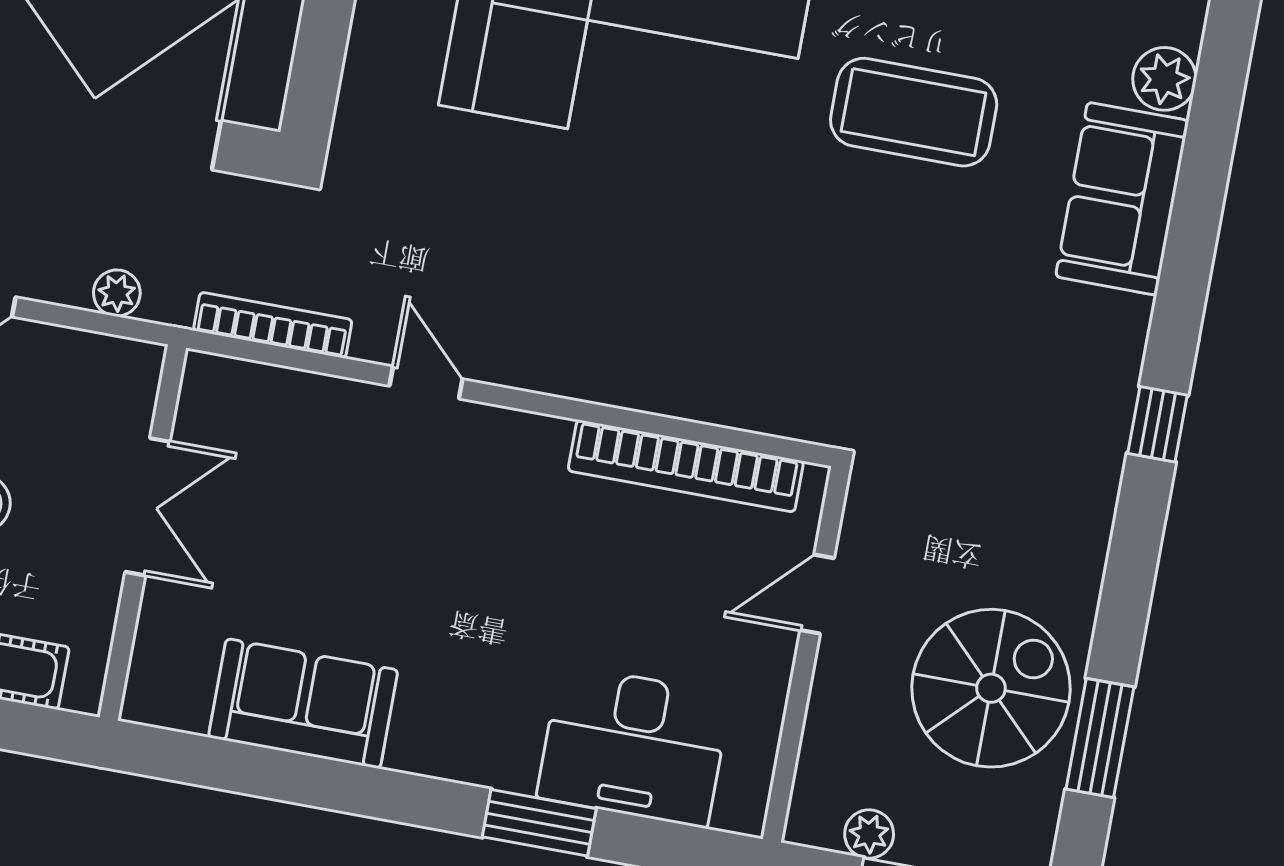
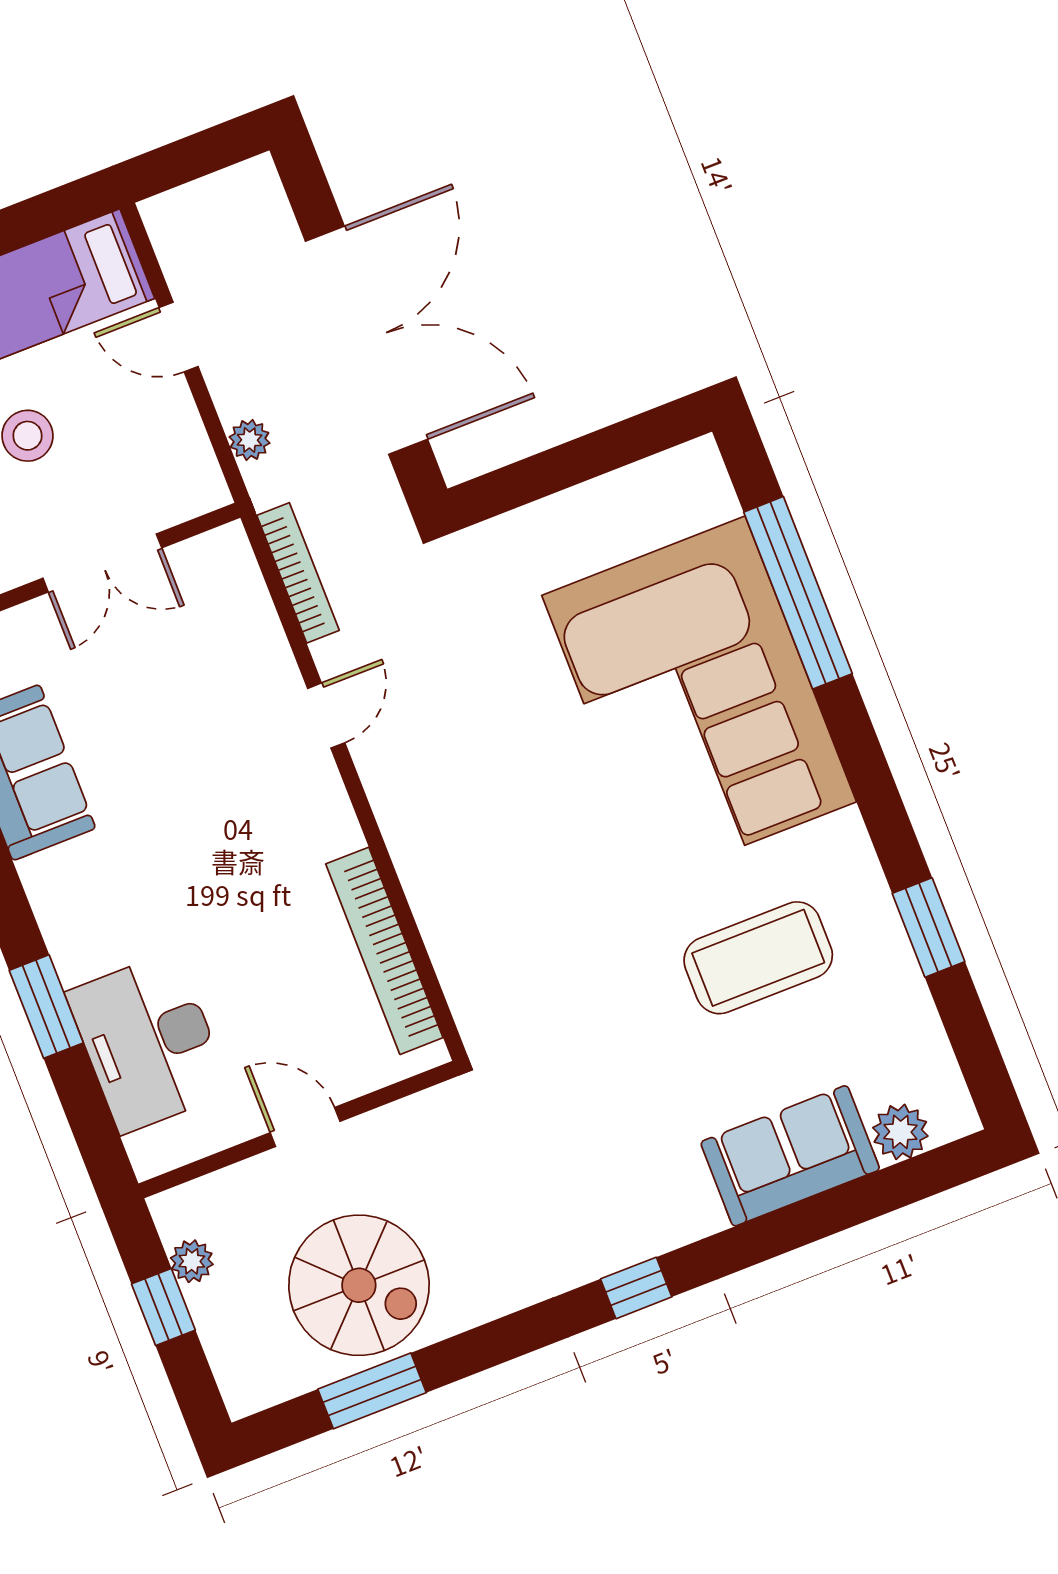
coffee table: (914, 112) -> (758, 958), turned 90
door: (817, 594) -> (305, 1127), moved

